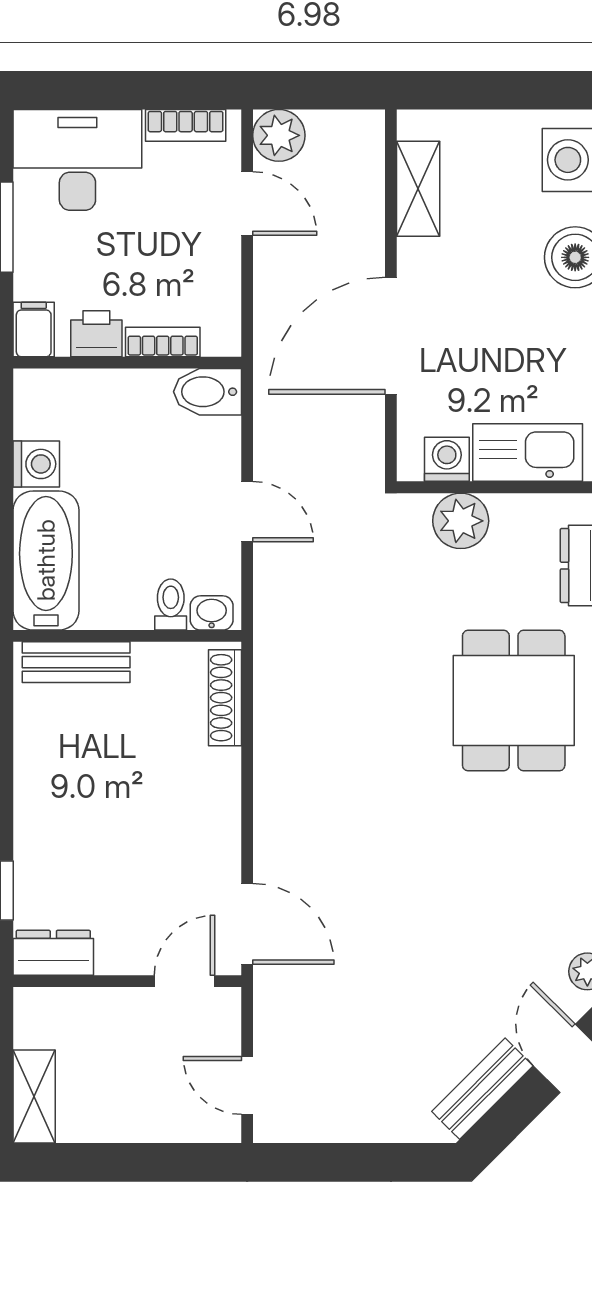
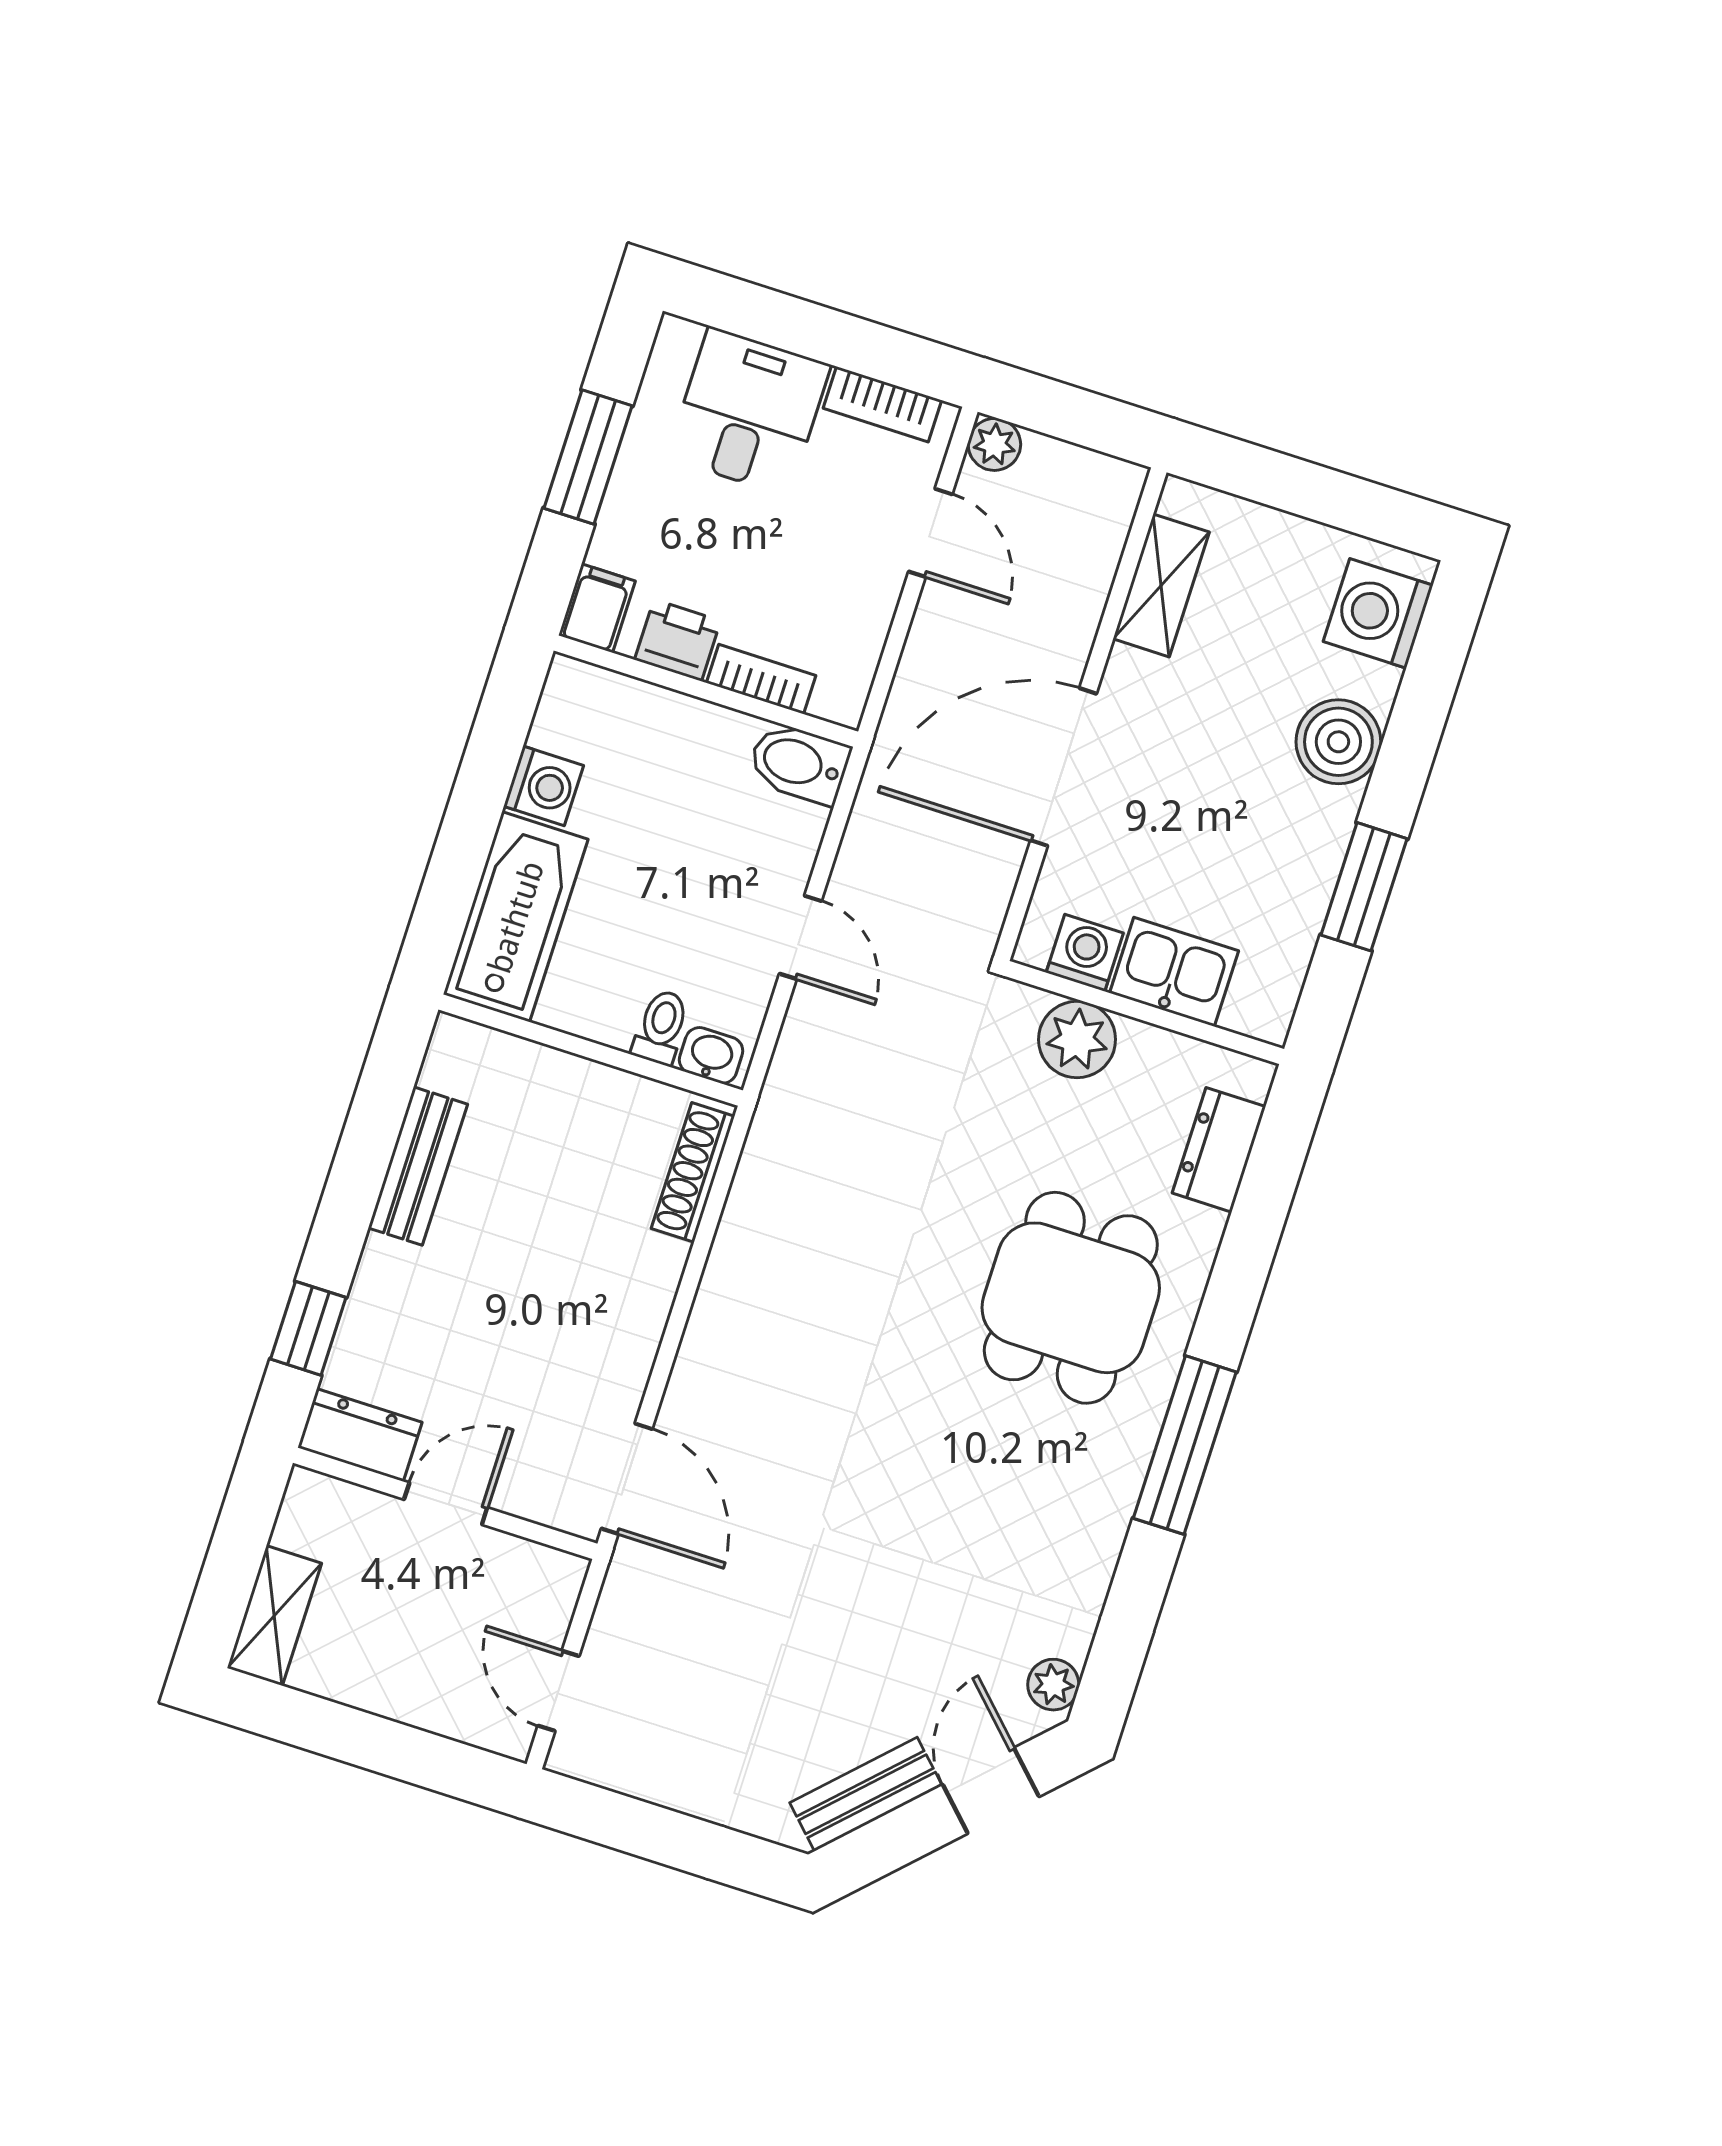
plant: (279, 135) -> (994, 444), width x0.73, depth x0.73
desk: (77, 160) -> (749, 411), width x0.73
kitchen sink: (528, 453) -> (1174, 972), width x0.73
bench: (76, 662) -> (418, 1166), moved, turned 90
door: (185, 981) -> (446, 1504), moved

